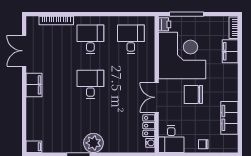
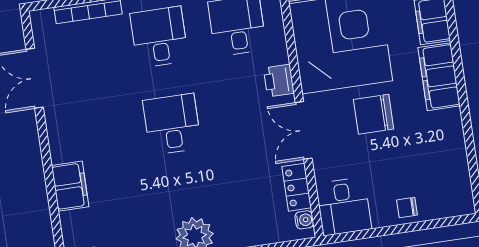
printer: (148, 70) -> (279, 81), added
filing cabinet: (34, 85) -> (70, 186), moved
filing cabinet: (229, 118) -> (439, 77), moved

